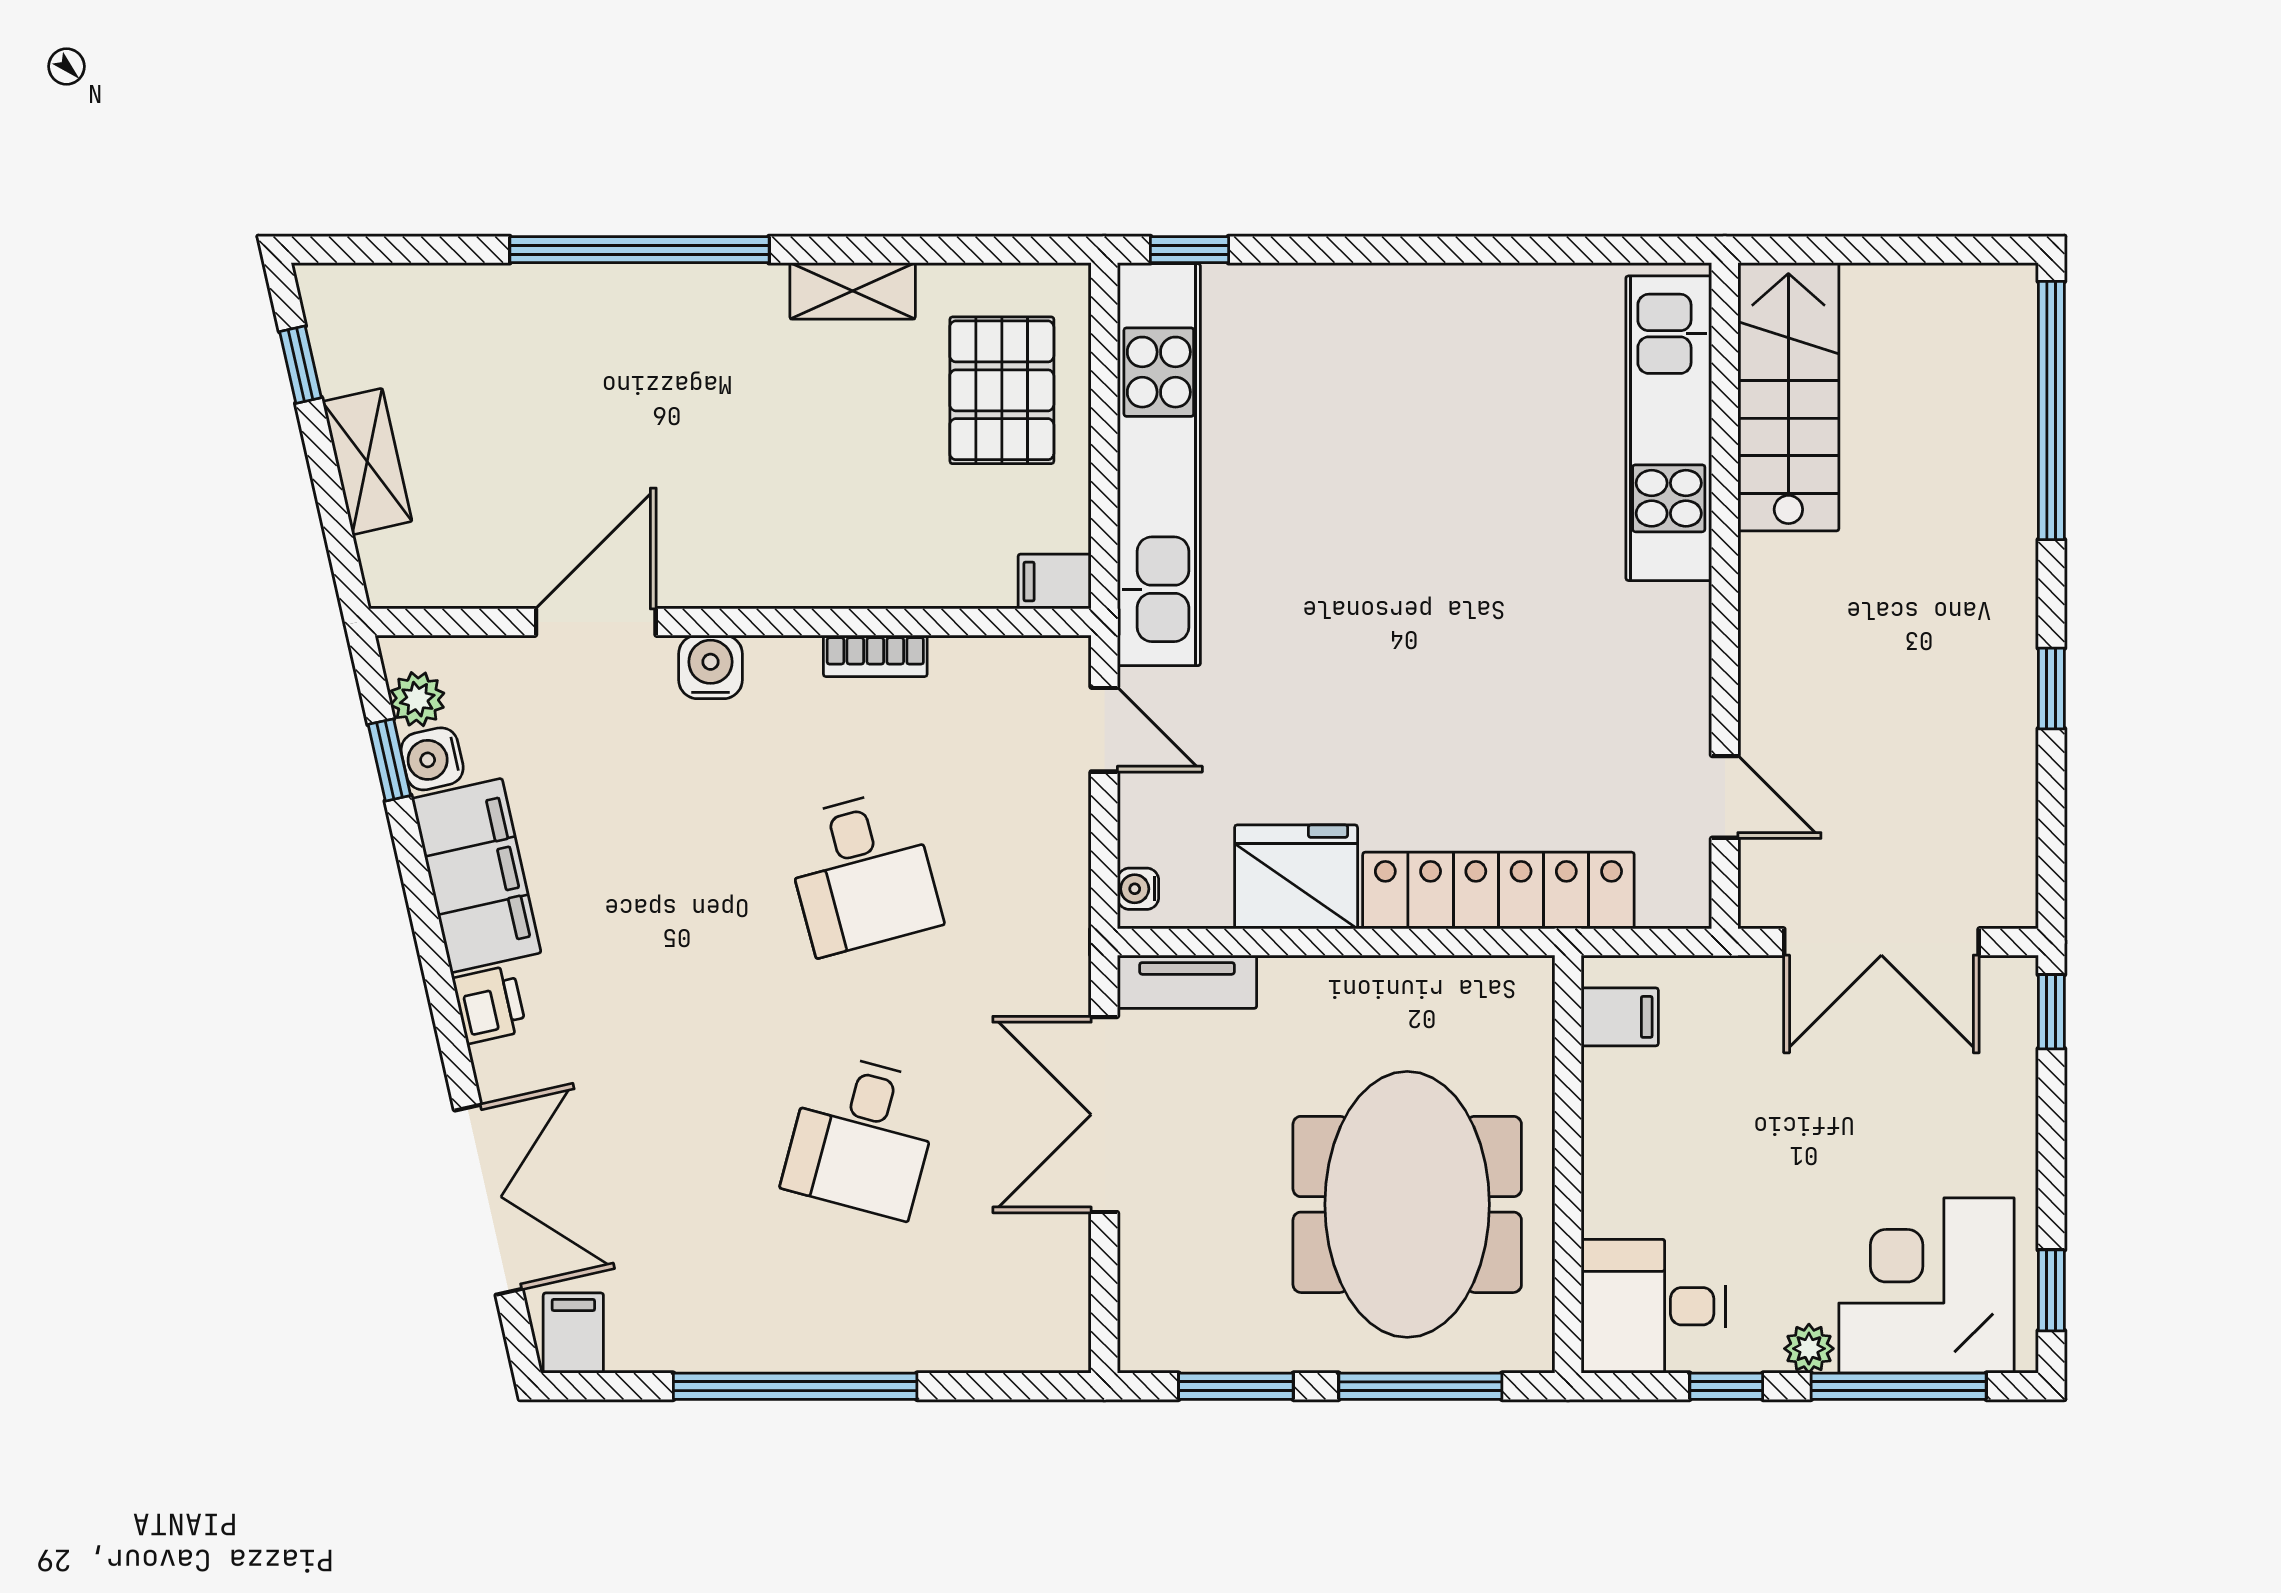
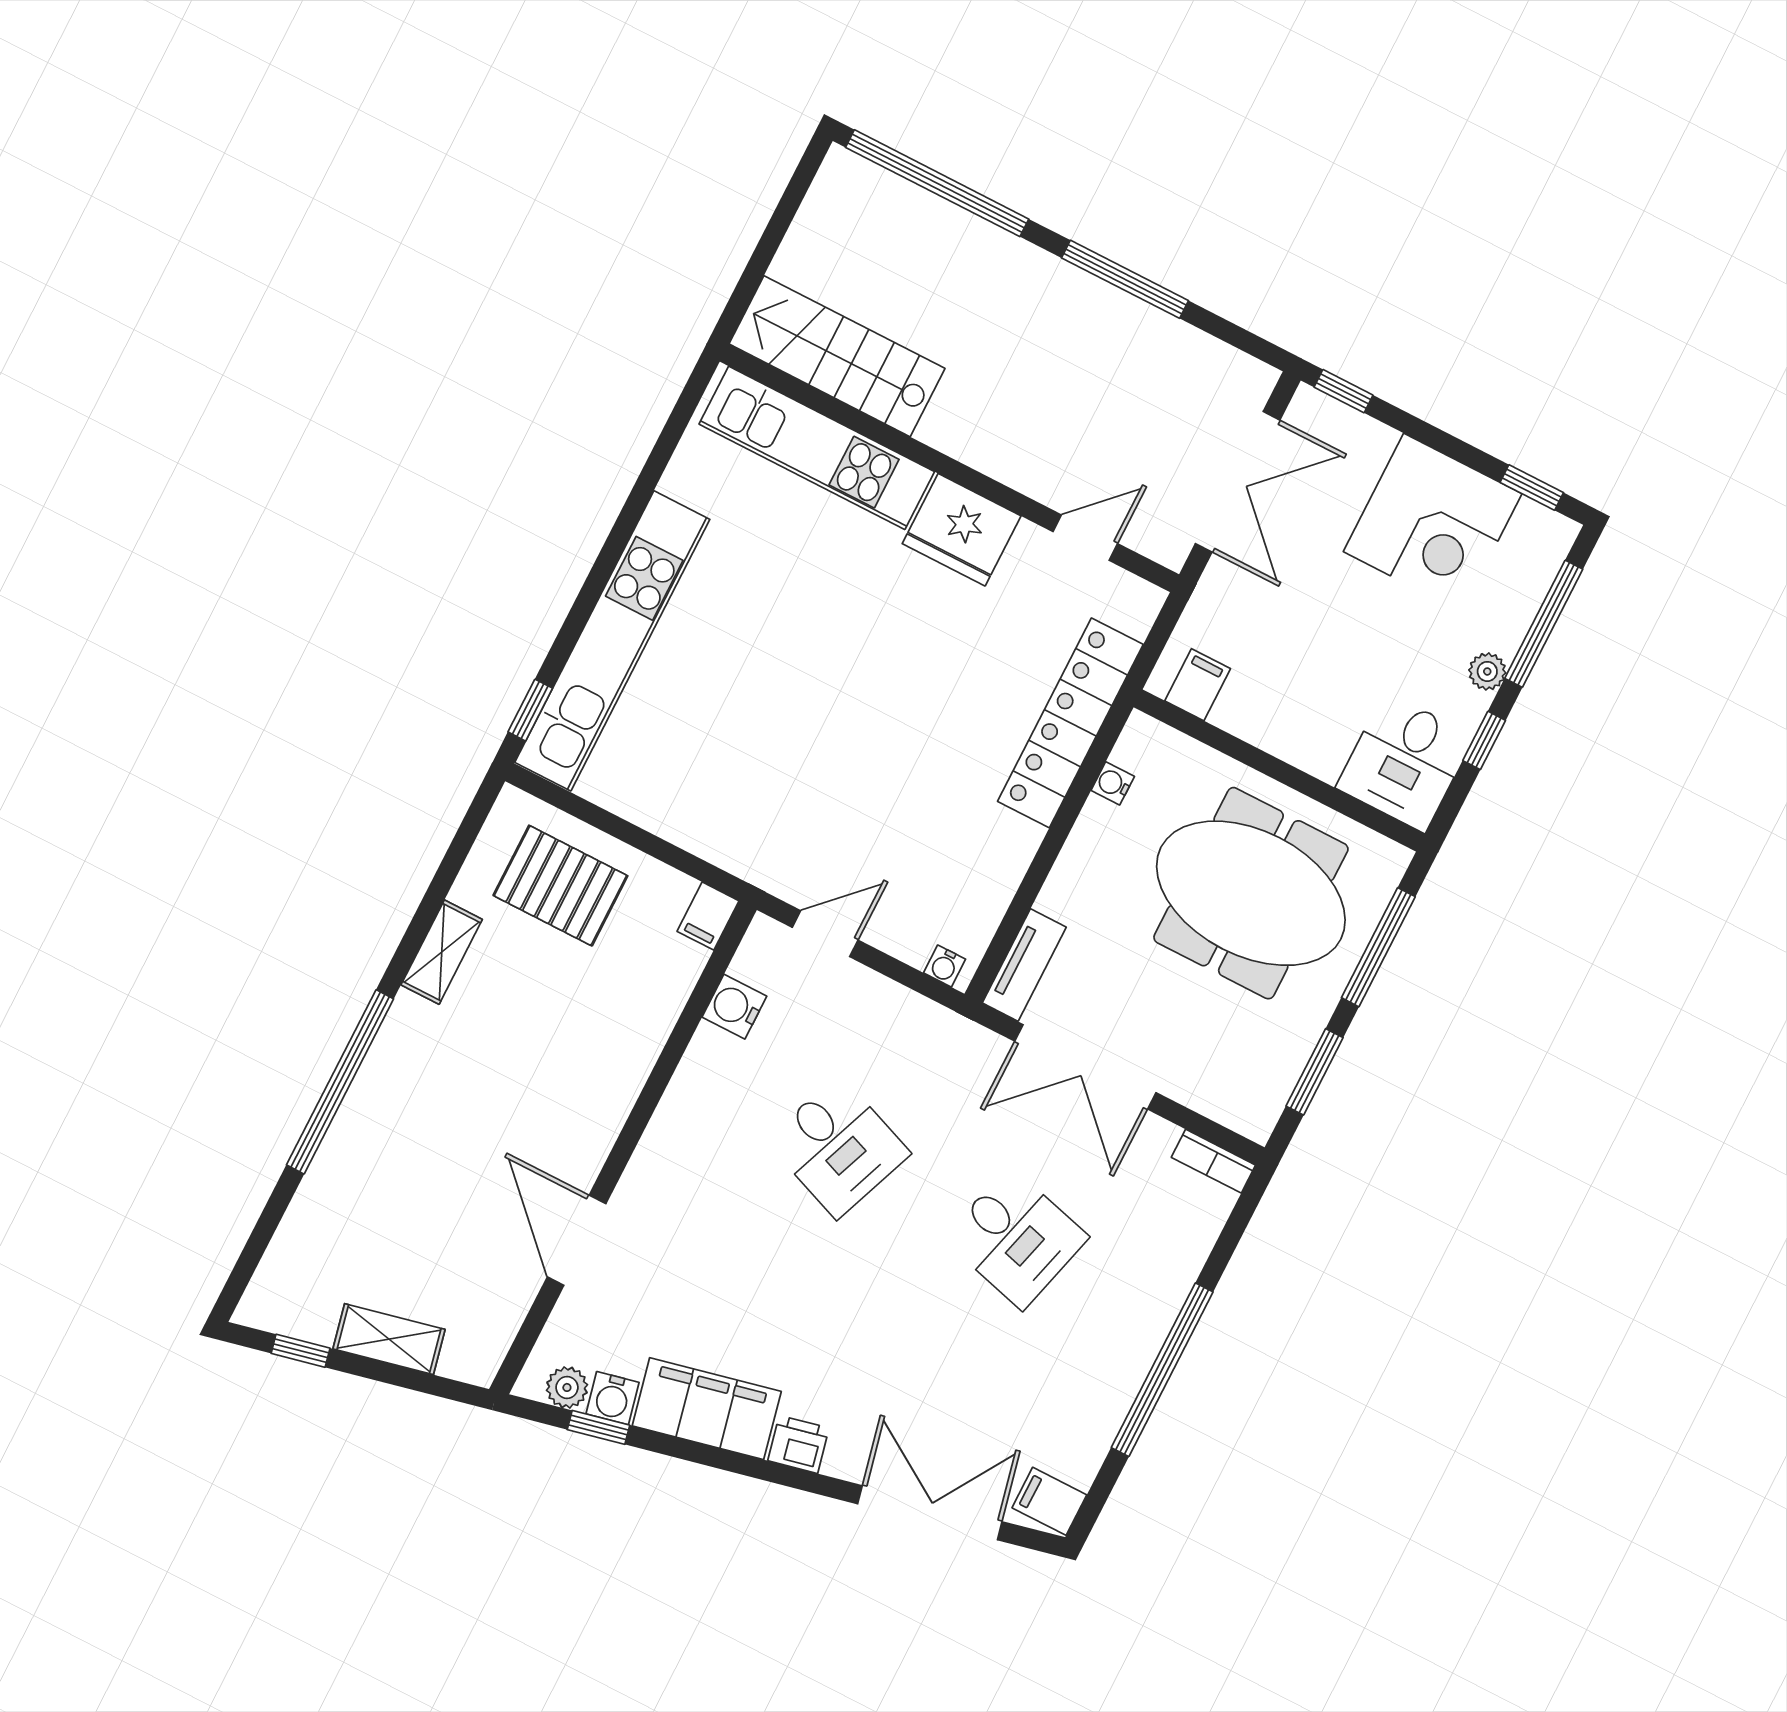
kitchen unit: (1159, 465) -> (612, 641), moved, turned 90
bookcase: (875, 656) -> (1213, 1161), moved, turned 90
water cooler: (710, 667) -> (734, 1007), moved
window: (2051, 688) -> (1125, 279), width x2.17
desk: (862, 872) -> (838, 1147), turned 36
fridge: (1296, 877) -> (962, 530), moved, turned -90
water cooler: (1453, 976) -> (1113, 783), added
corner desk: (1926, 1285) -> (1433, 523), moved, turned -90

